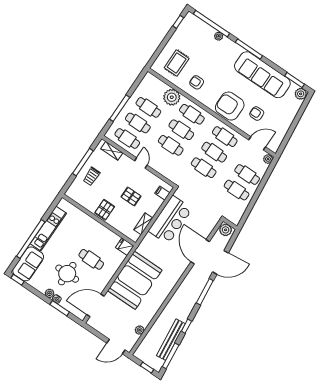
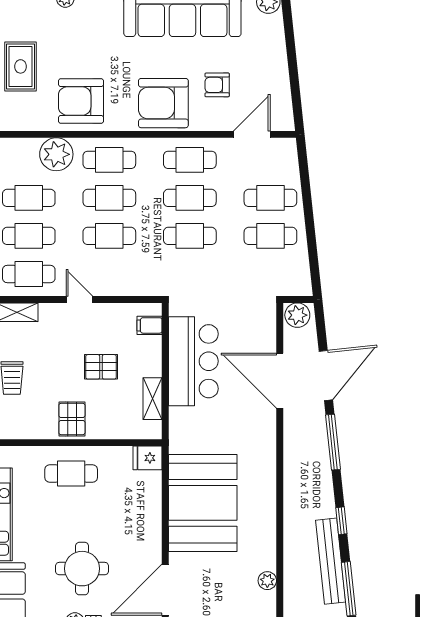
rug: (177, 63) -> (21, 66), moved
armchair: (197, 82) -> (81, 101), width x1.88, depth x1.88
plant: (268, 159) -> (288, 148), removed
cafe table: (91, 259) -> (71, 474), moved

